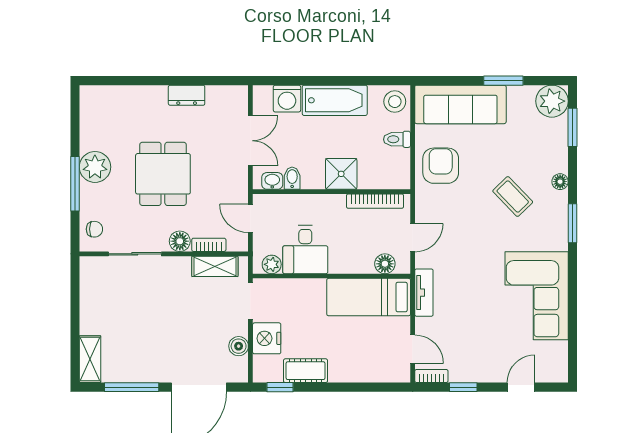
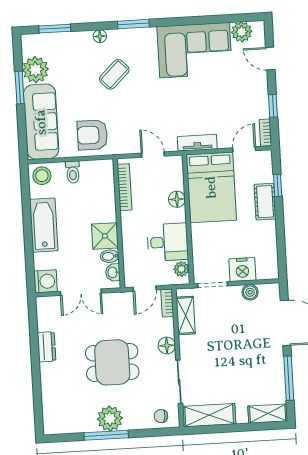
washing machine: (287, 99) -> (46, 281), moved
plant: (552, 101) -> (35, 70), moved
double door: (250, 141) -> (81, 292), swing flipped
shower: (341, 174) -> (105, 236), moved
window: (75, 184) -> (106, 435), moved
chair: (94, 229) -> (161, 416), turned -85
bookcase: (209, 245) -> (167, 303), moved
floor lamp: (385, 264) -> (177, 199), moved
shelving: (92, 288) -> (209, 415), added
bed: (369, 297) -> (211, 187), width x1.50
plant: (555, 354) -> (242, 32), added
cot: (306, 371) -> (265, 202), moved
window: (280, 387) -> (278, 185), moved

